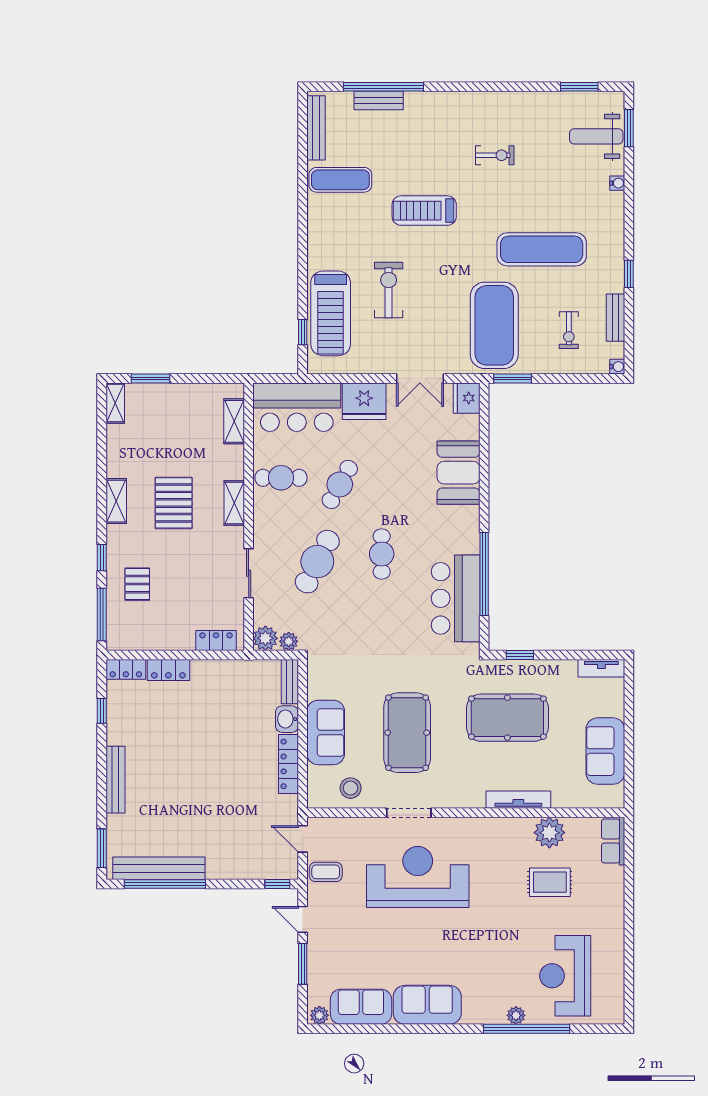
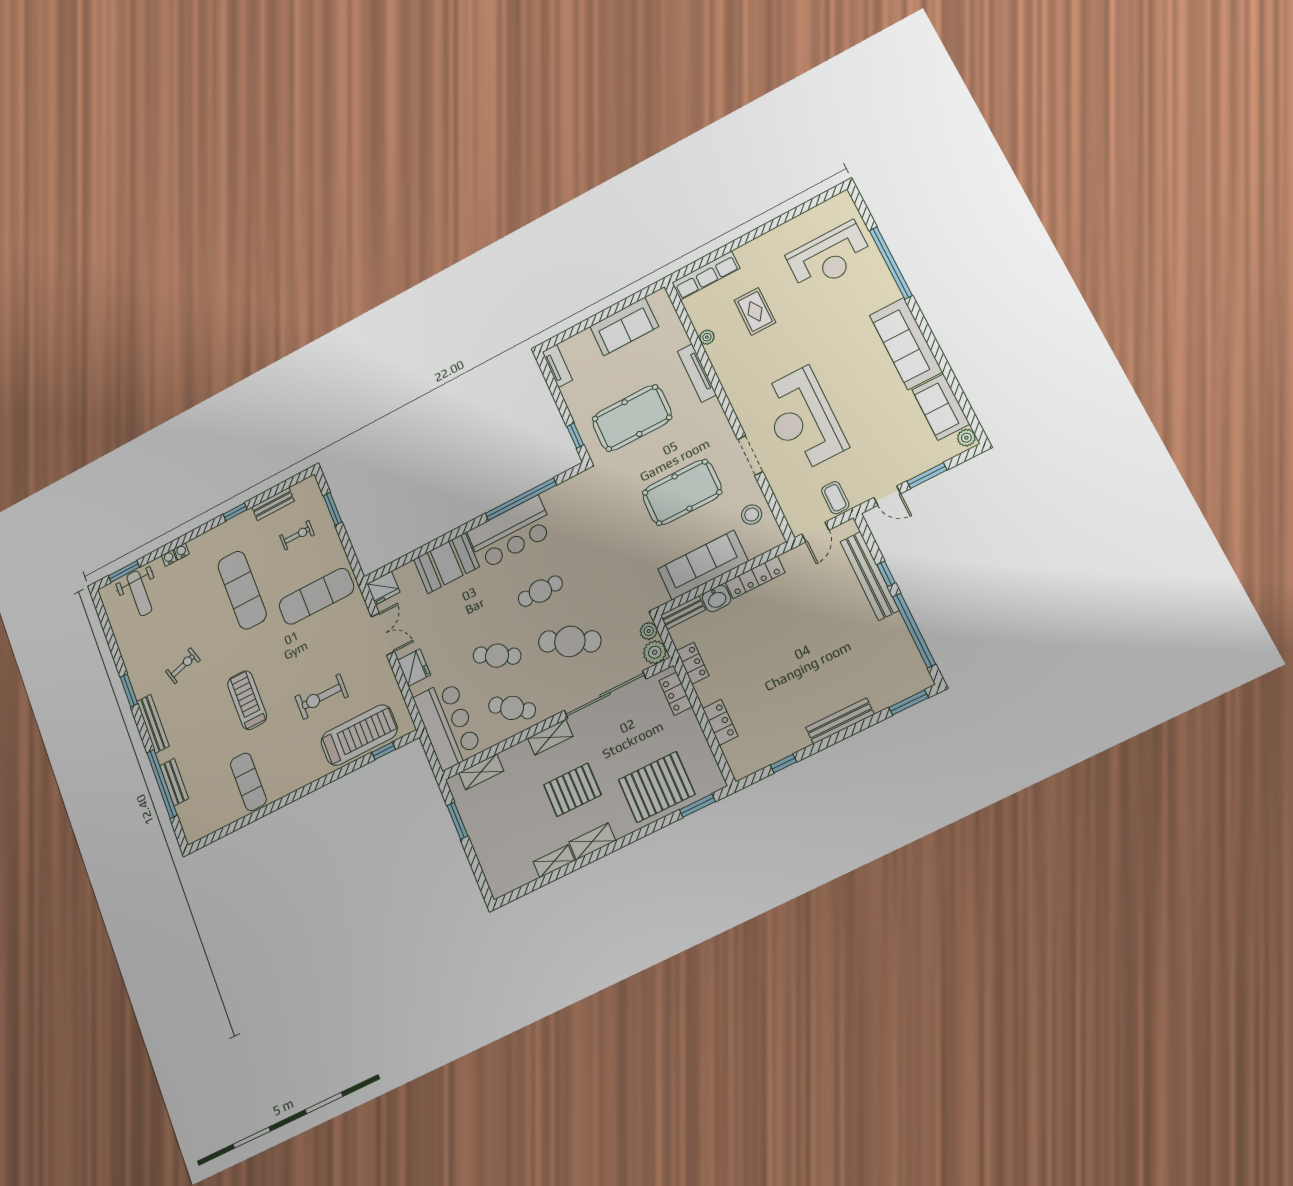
window: (579, 87) -> (129, 690), moved
bench: (316, 128) -> (153, 724), moved, turned 90
exercise bike: (495, 155) -> (183, 666), turned 73
treadmill: (424, 211) -> (247, 700), turned 180
exercise mat: (494, 325) -> (316, 596), width x0.68
water cooler: (617, 367) -> (182, 551), moved
window: (150, 378) -> (458, 821), moved
window: (513, 378) -> (333, 509), moved
fridge: (364, 401) -> (414, 668), width x0.73, depth x0.75
shelving: (115, 403) -> (554, 861), moved
cafe table: (281, 478) -> (512, 708), turned -54
window: (102, 558) -> (647, 830), removed
sliding door: (249, 573) -> (605, 695), width x1.86
pallet: (137, 584) -> (657, 787), width x2.05, depth x2.00
bar counter: (456, 598) -> (511, 533), moved
window: (102, 614) -> (697, 806), width x0.69
locker: (126, 669) -> (693, 663), moved
pool table: (507, 718) -> (632, 418), turned 90
sofa: (326, 732) -> (703, 565), width x1.36
plant: (549, 833) -> (707, 337), width x0.53, depth x0.53
row of seats: (613, 841) -> (706, 275), width x1.48
bench: (159, 868) -> (869, 576), moved
window: (277, 884) -> (886, 574), moved
door: (303, 919) -> (887, 496), hinge flipped
sofa: (427, 1005) -> (906, 344), width x1.36
plant: (516, 1015) -> (883, 277), removed

